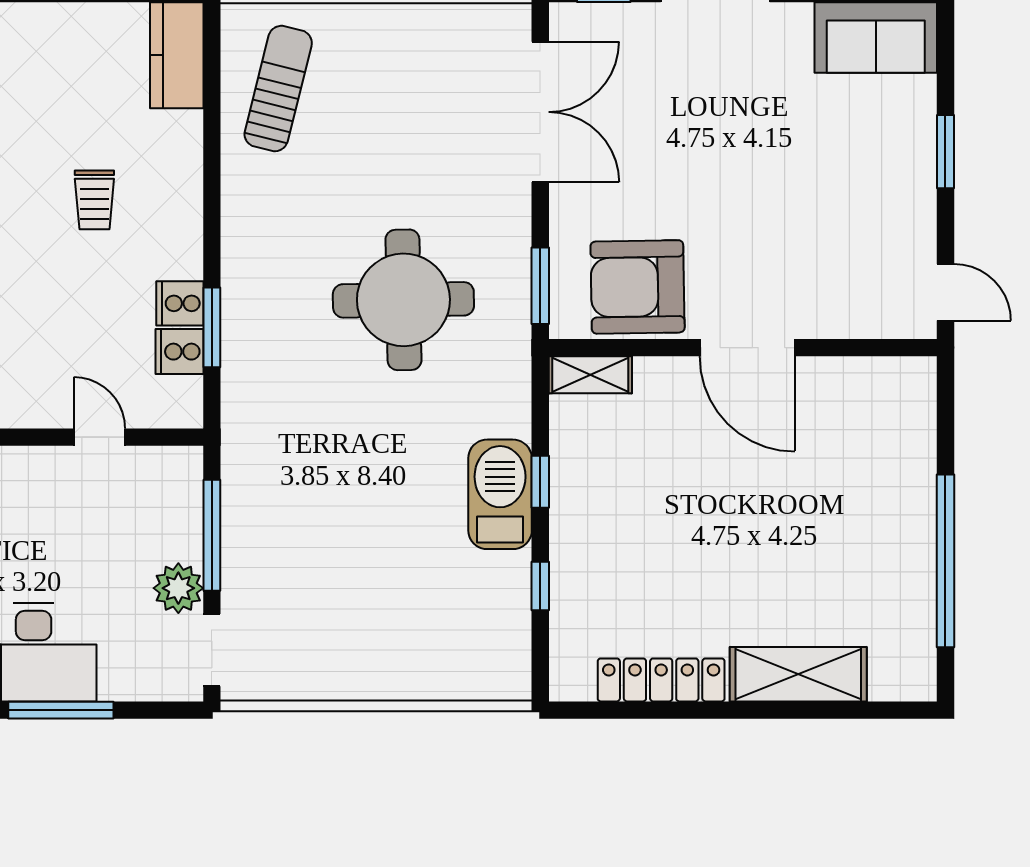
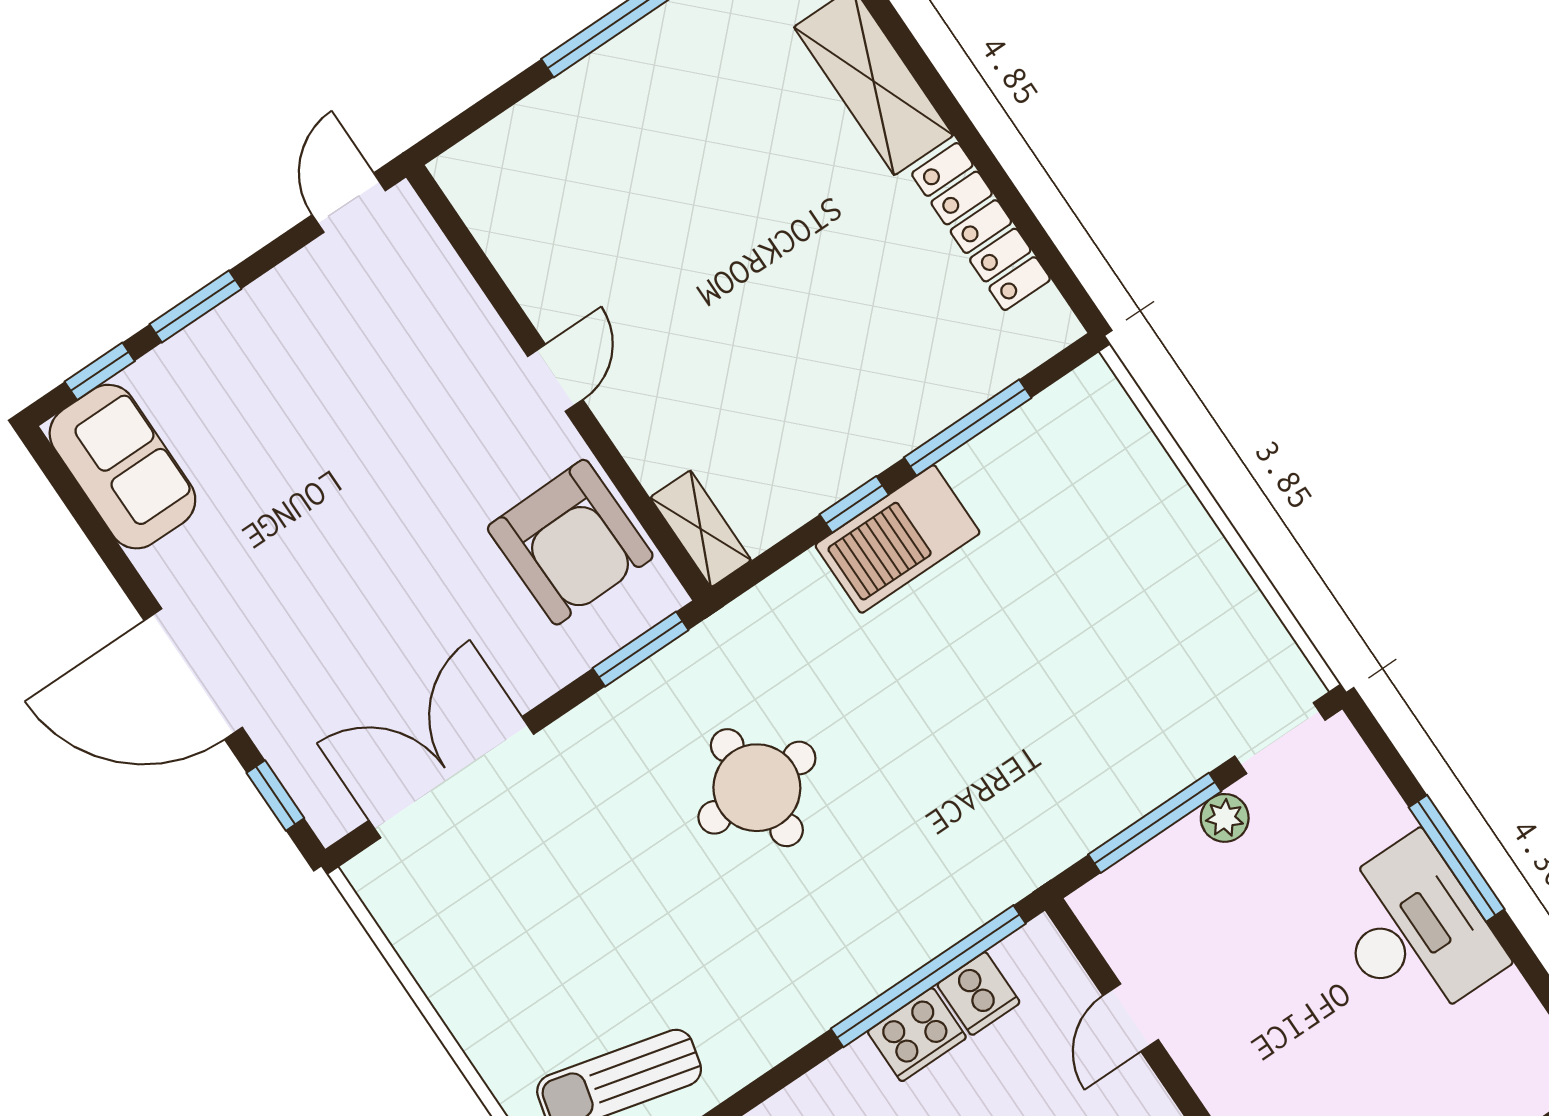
window: (945, 64) -> (100, 371), added
round table: (403, 300) -> (757, 788), width x0.73, depth x0.73
cooker: (180, 303) -> (917, 1035), width x1.36
window: (212, 327) -> (928, 976), width x2.11
door: (747, 348) -> (555, 378), width x0.53
window: (540, 586) -> (968, 428), width x2.17
plant: (178, 588) -> (1225, 818), width x0.73, depth x0.73

